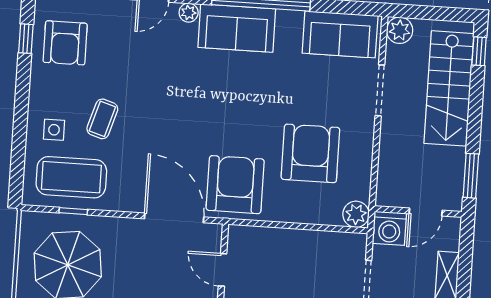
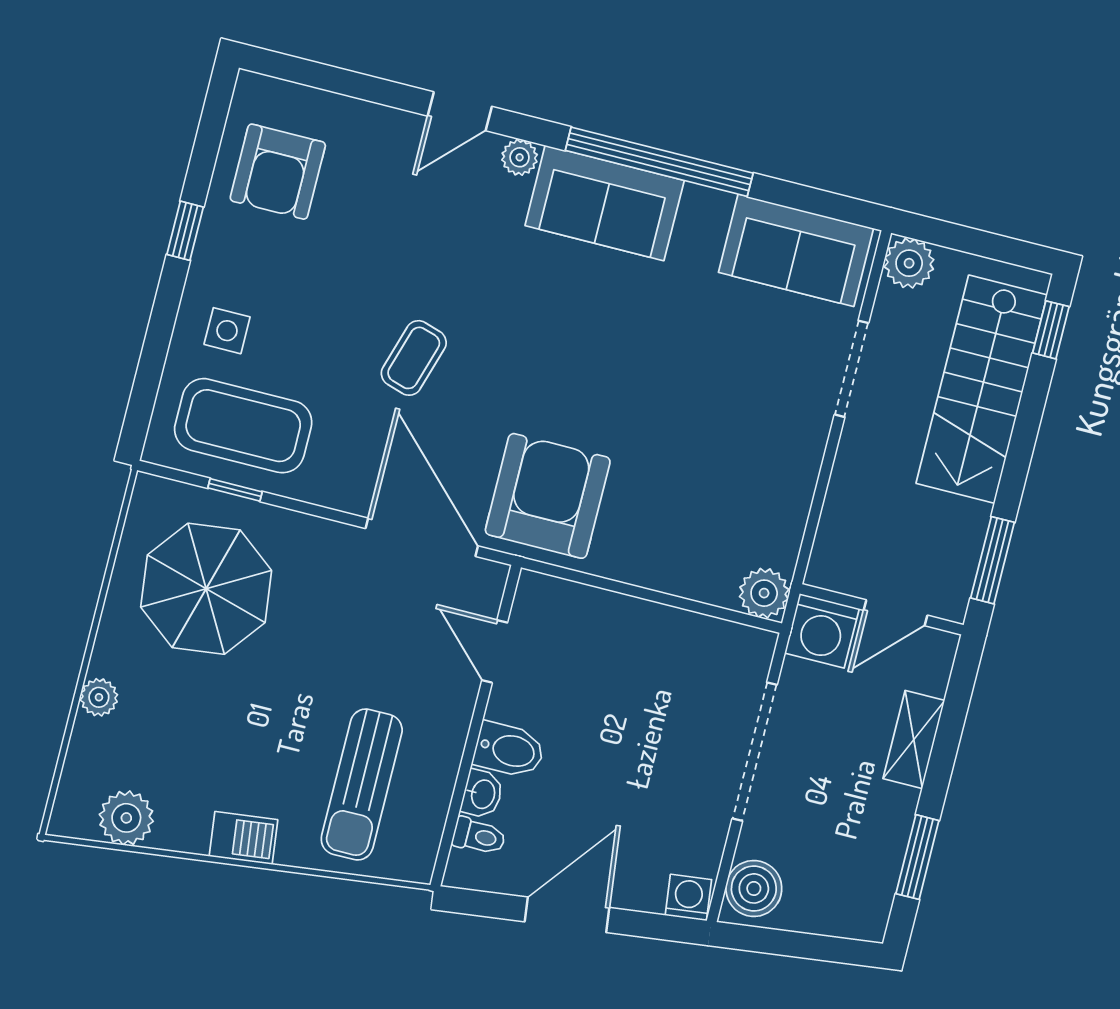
window: (26, 39) -> (185, 231), moved
coffee table: (102, 119) -> (414, 358), moved
armchair: (310, 153) -> (700, 463), removed

